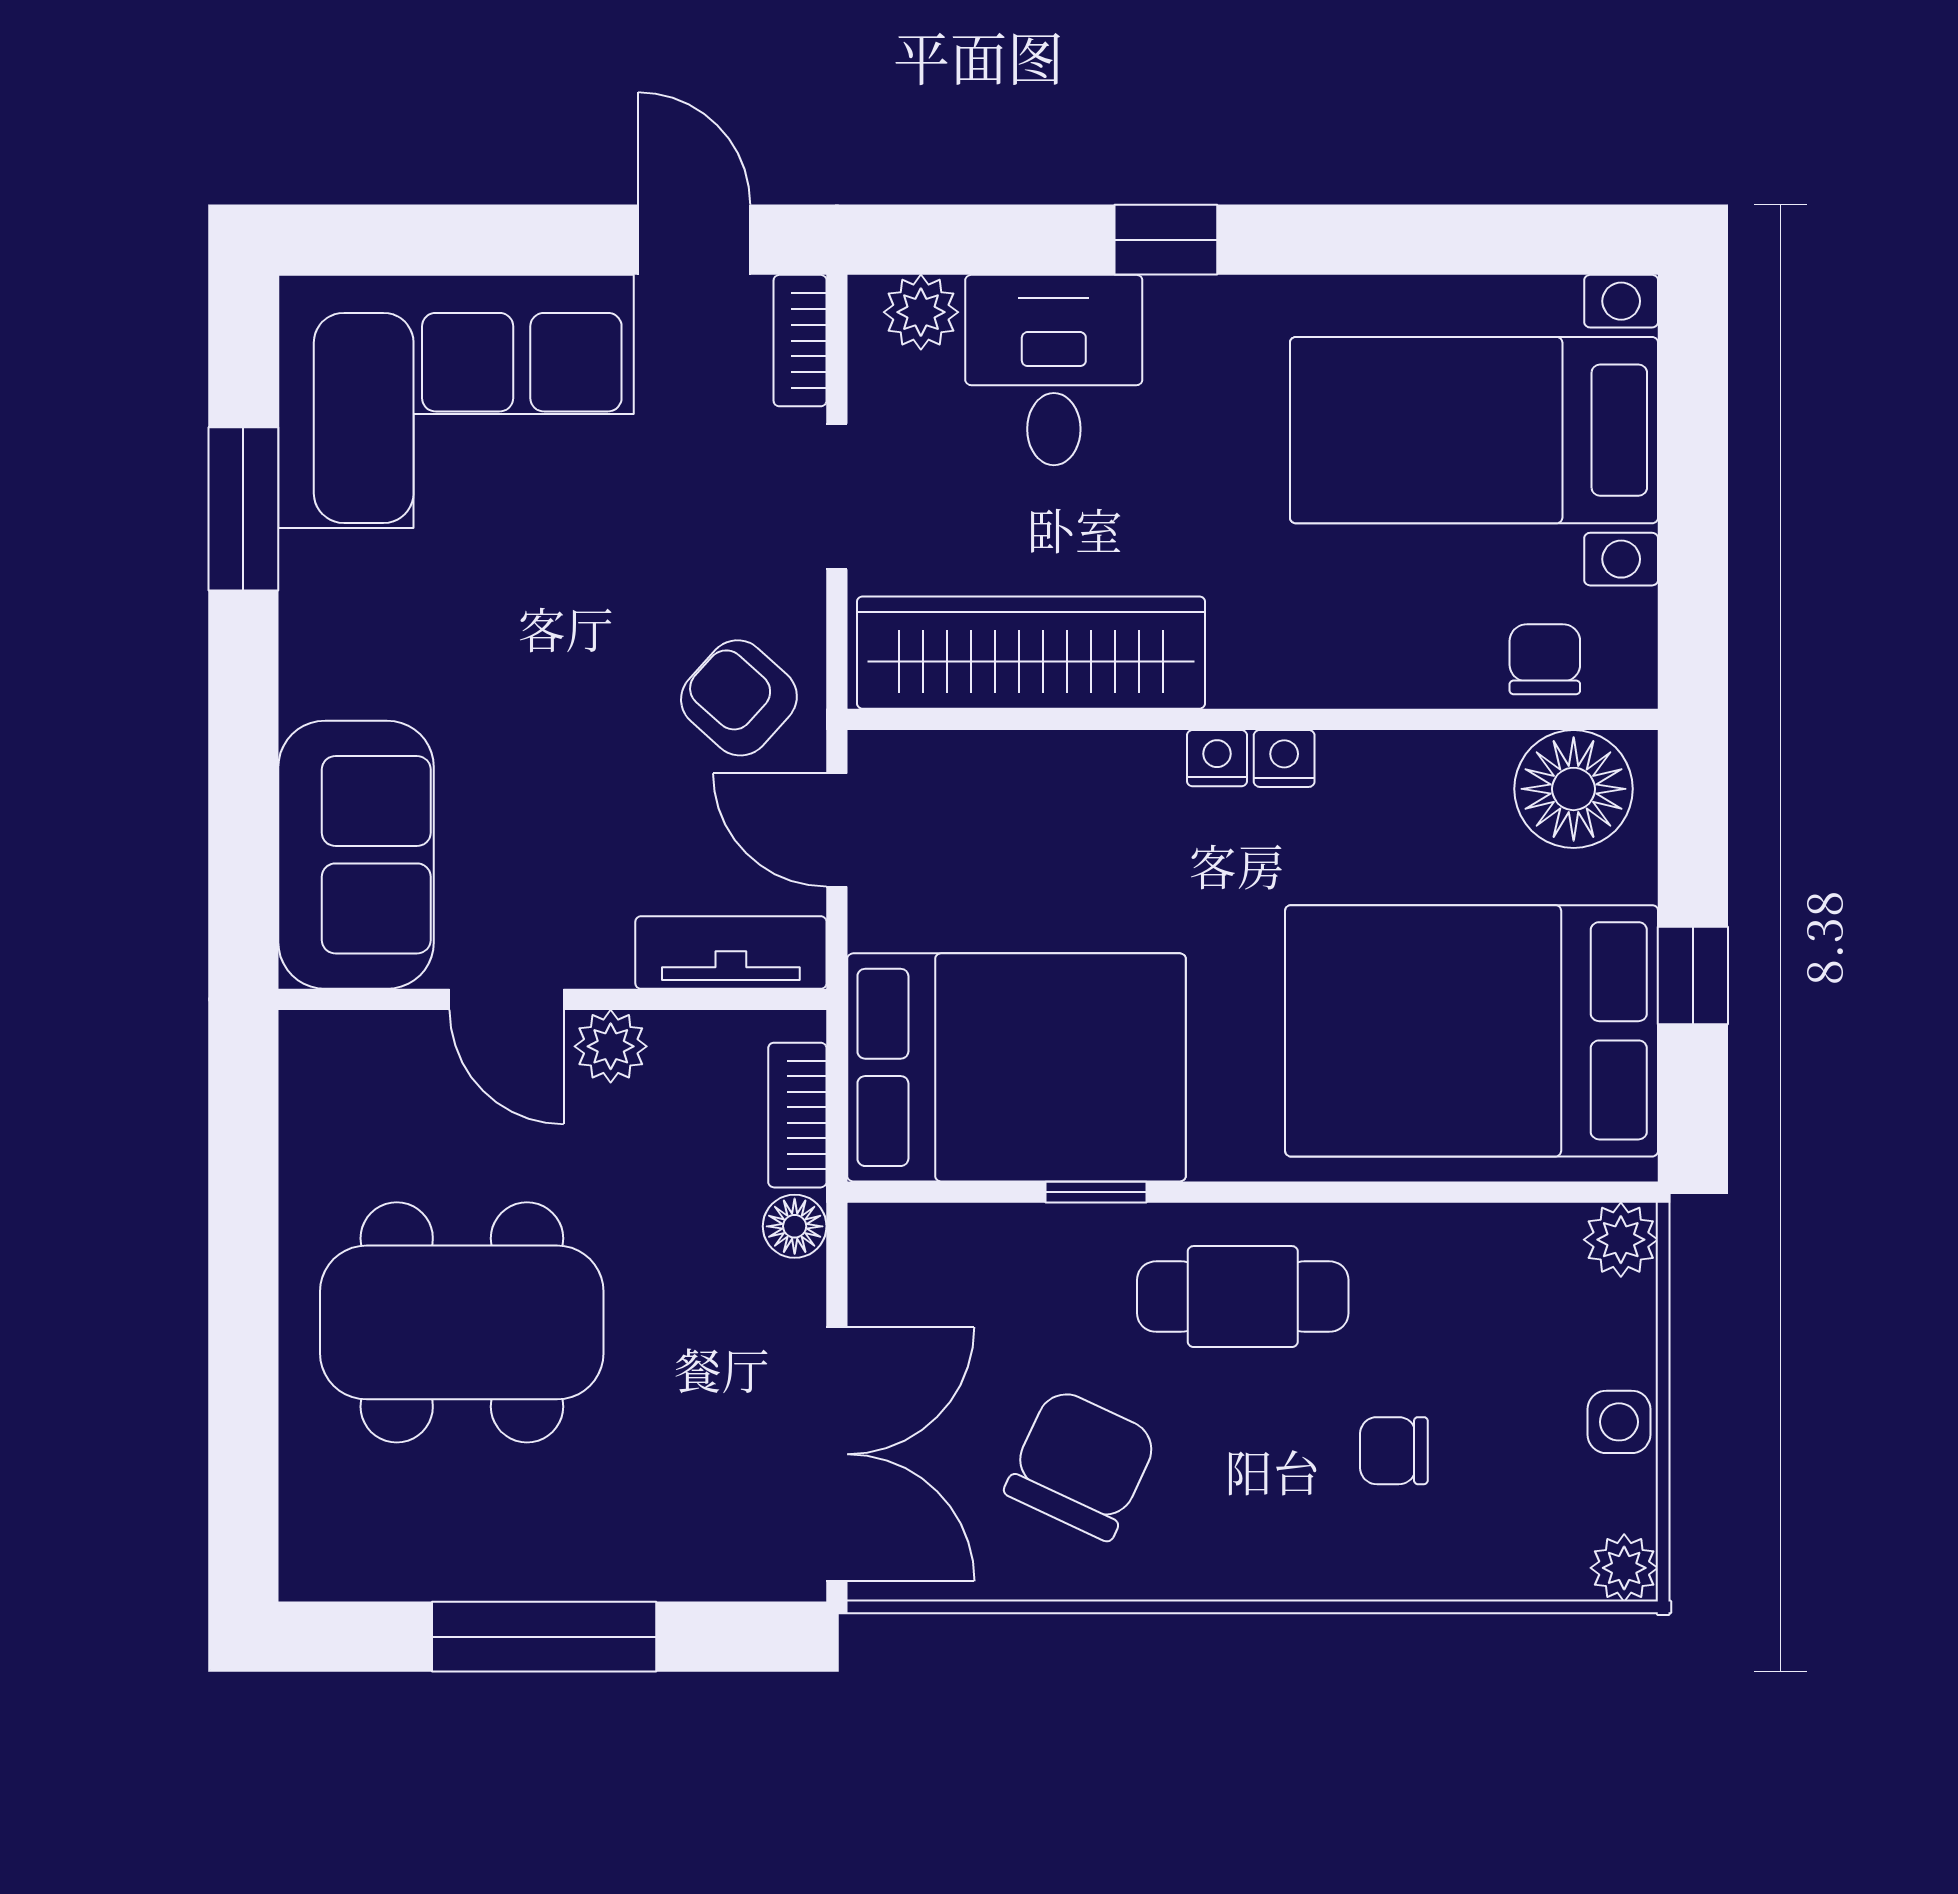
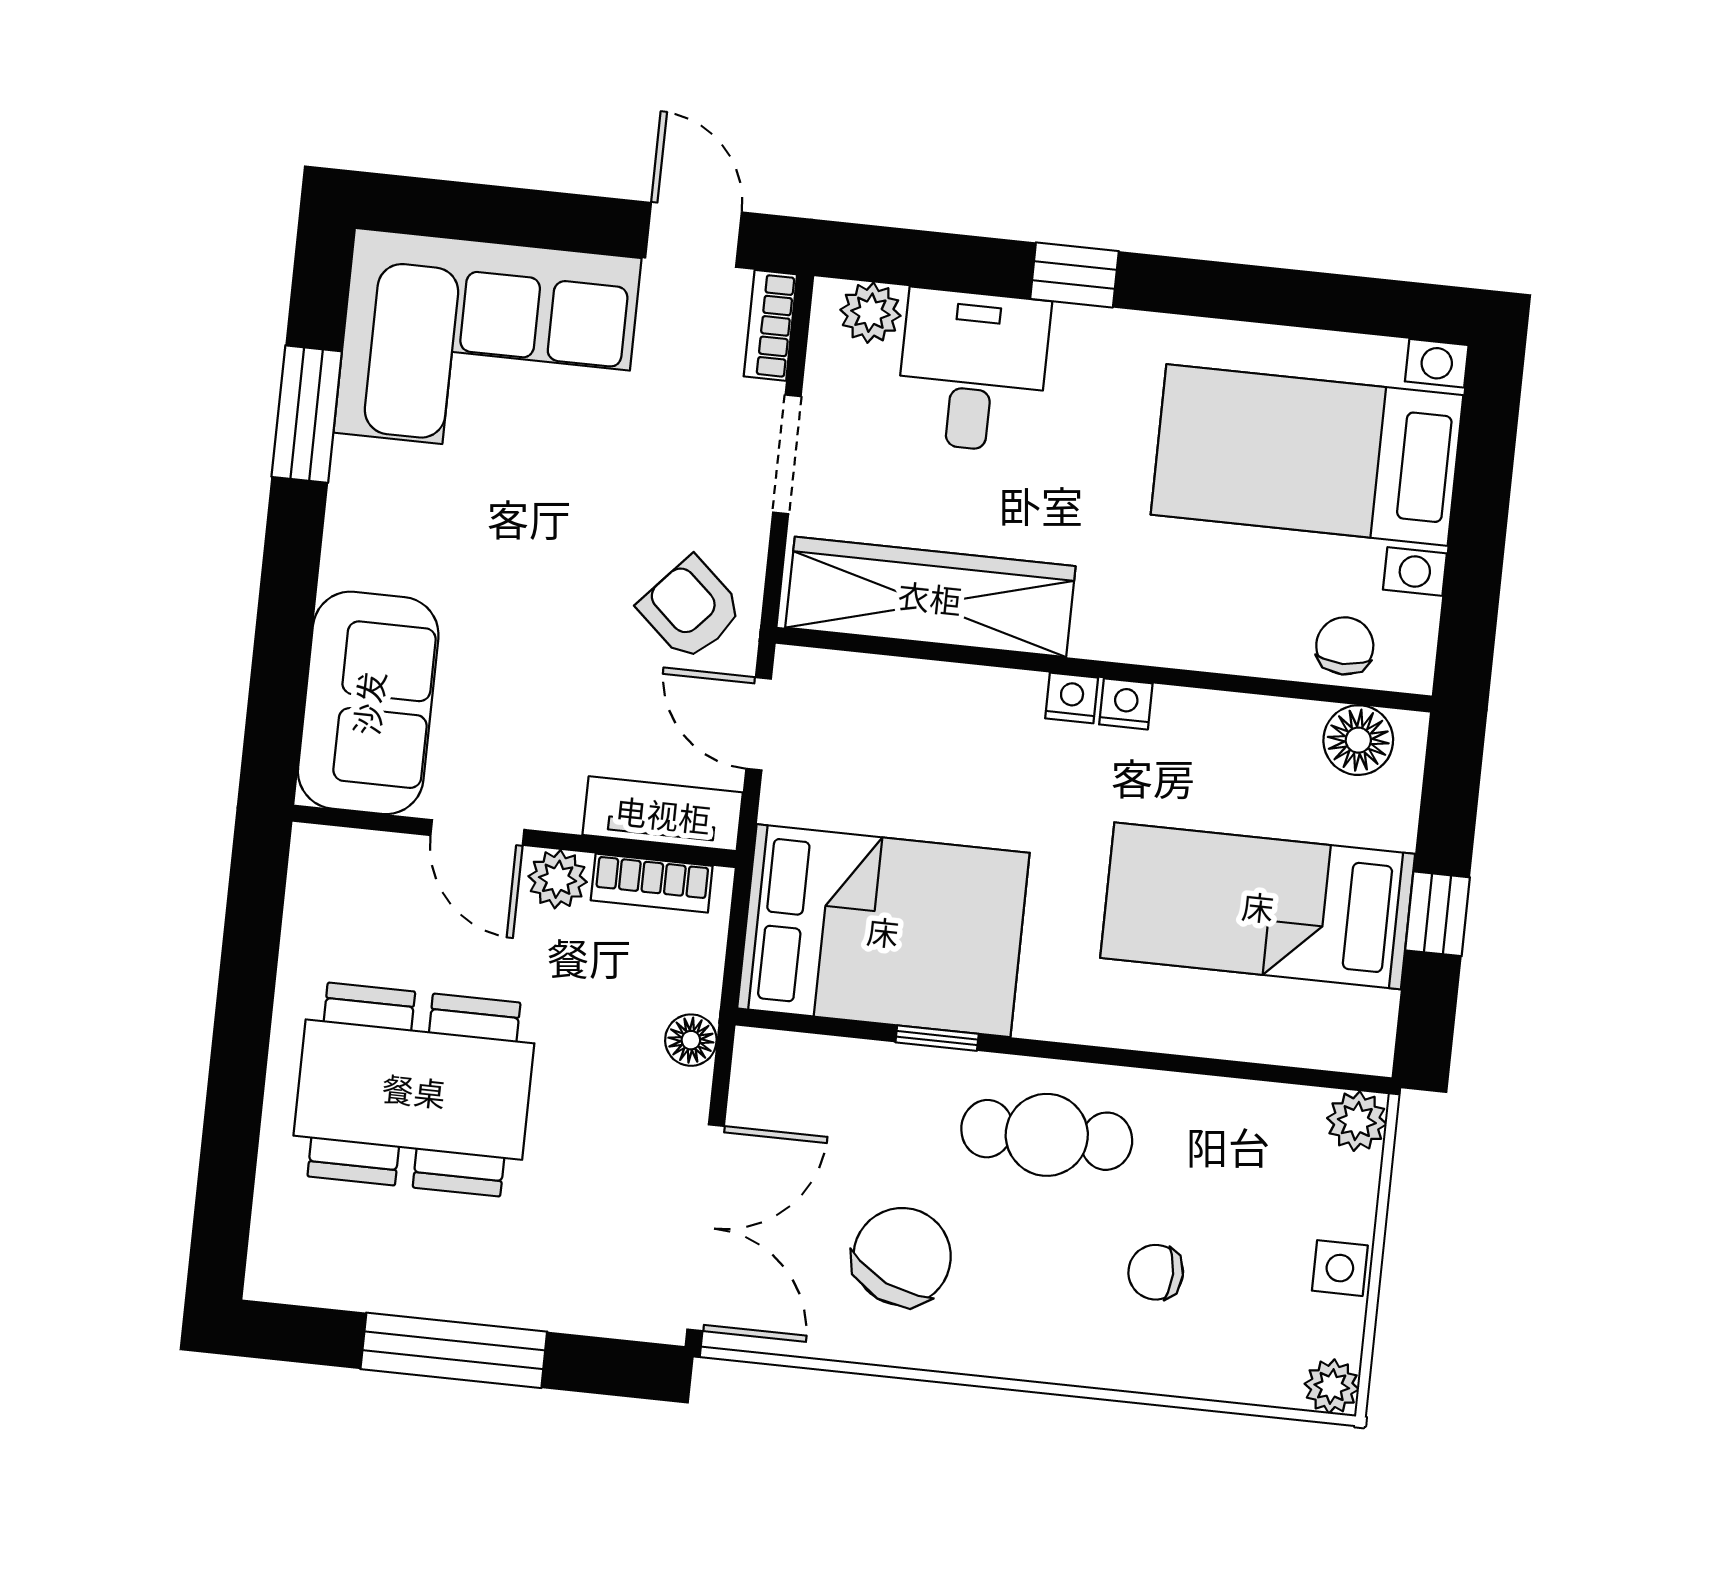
floor lamp: (1574, 789) -> (1358, 740), width x0.73, depth x0.73
bed: (1472, 1031) -> (1258, 906), width x0.67
bookcase: (797, 1115) -> (652, 883), moved, turned -90

